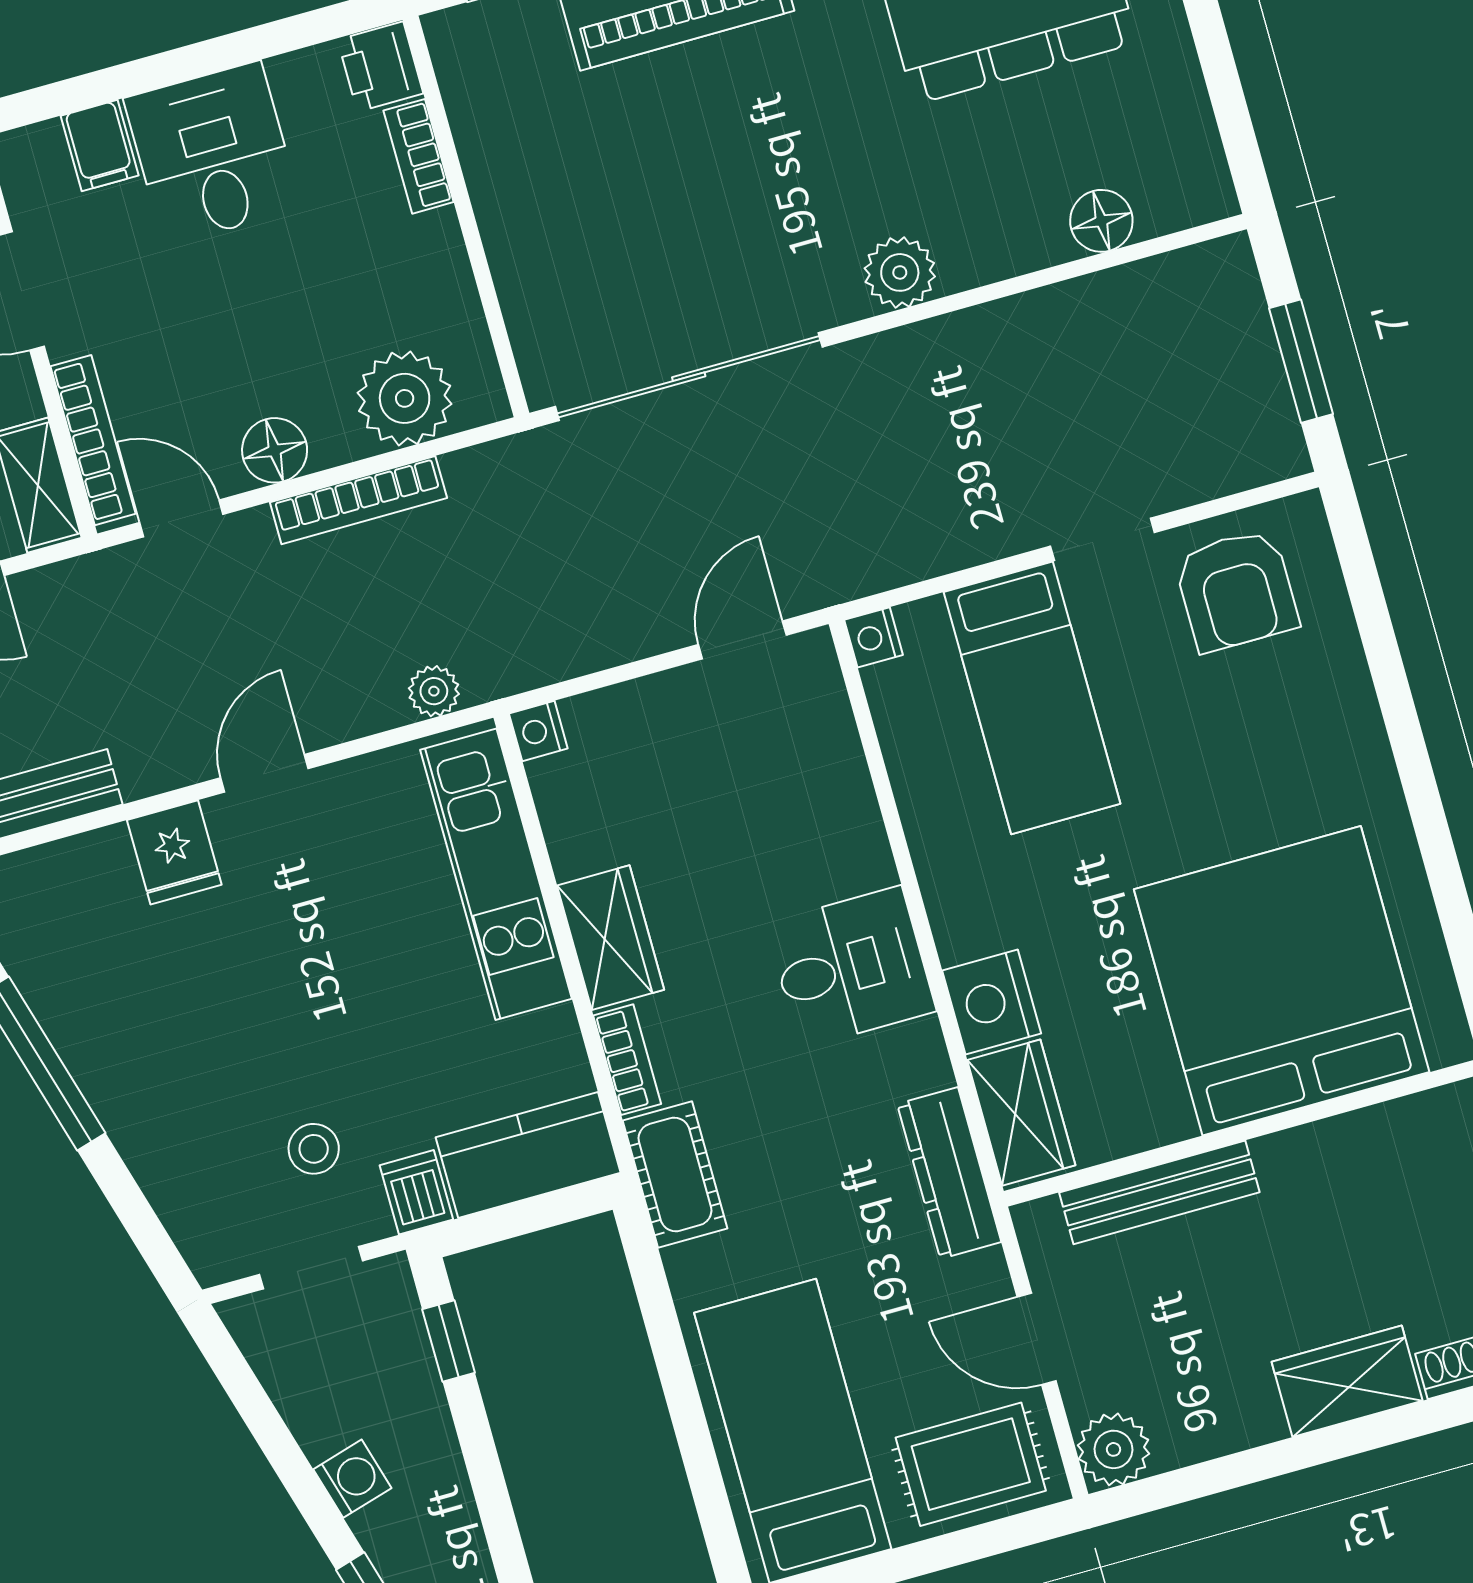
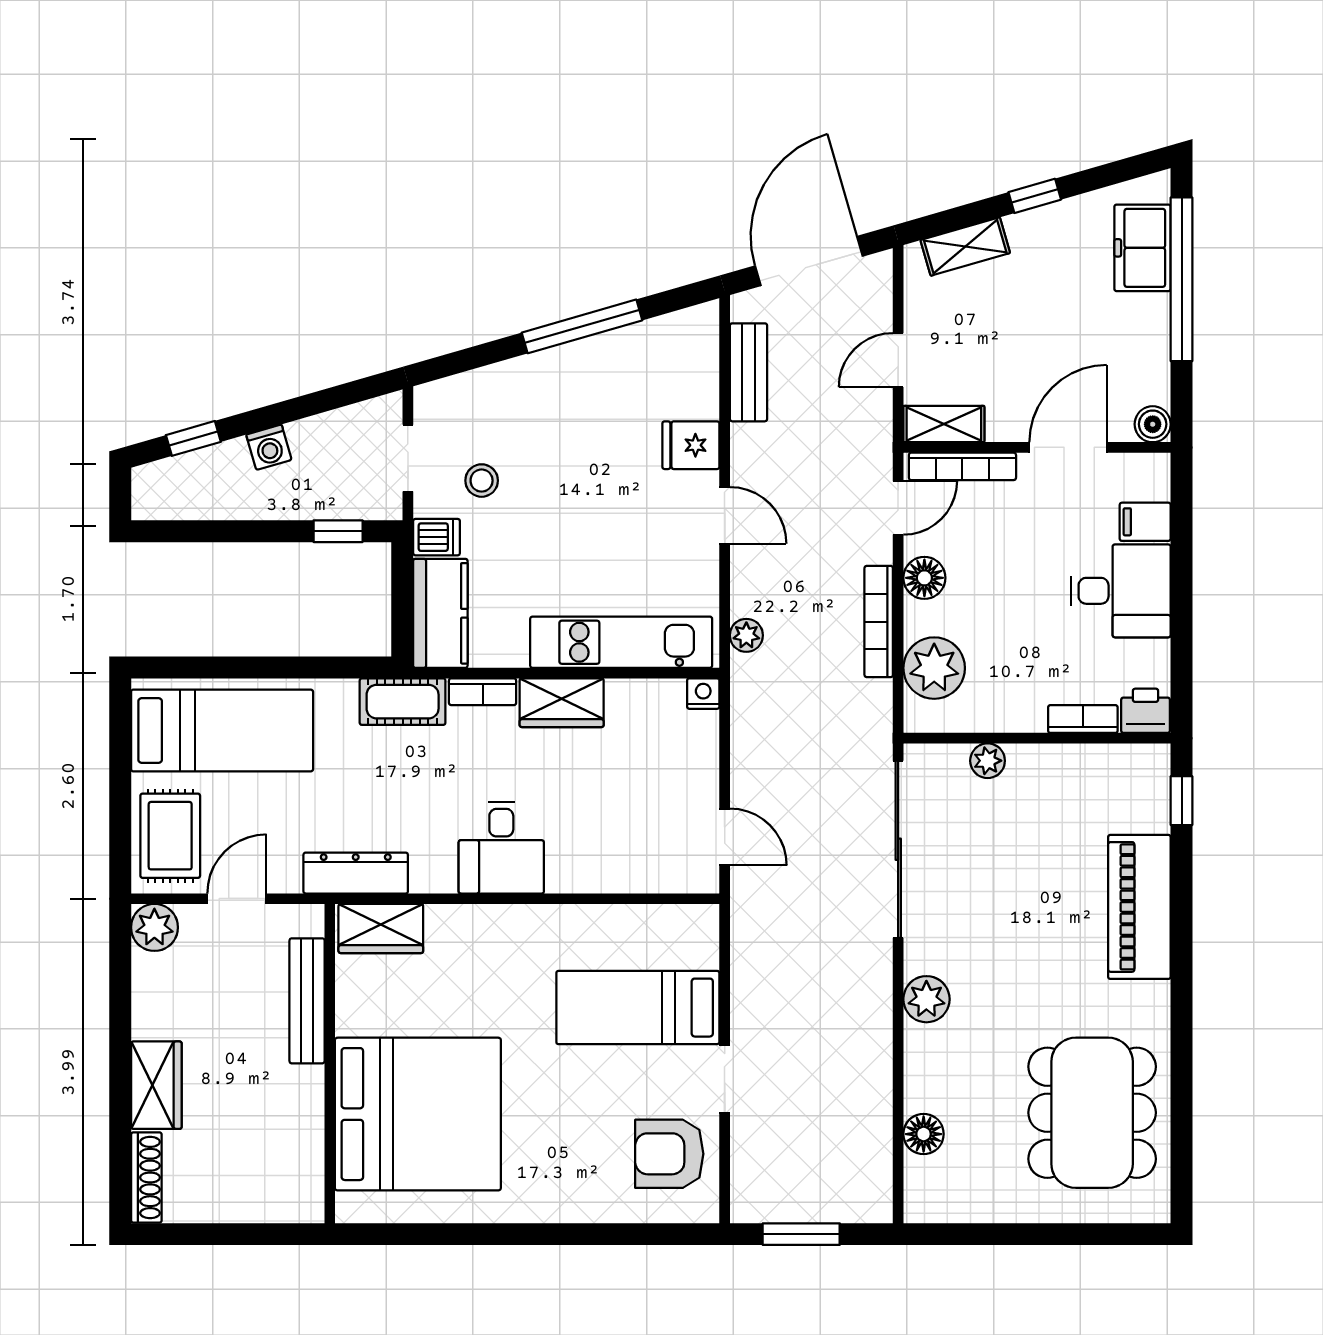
plant: (520, 281) -> (988, 761), added
nightstand: (874, 637) -> (703, 919), removed
nightstand: (992, 1002) -> (455, 929), removed

